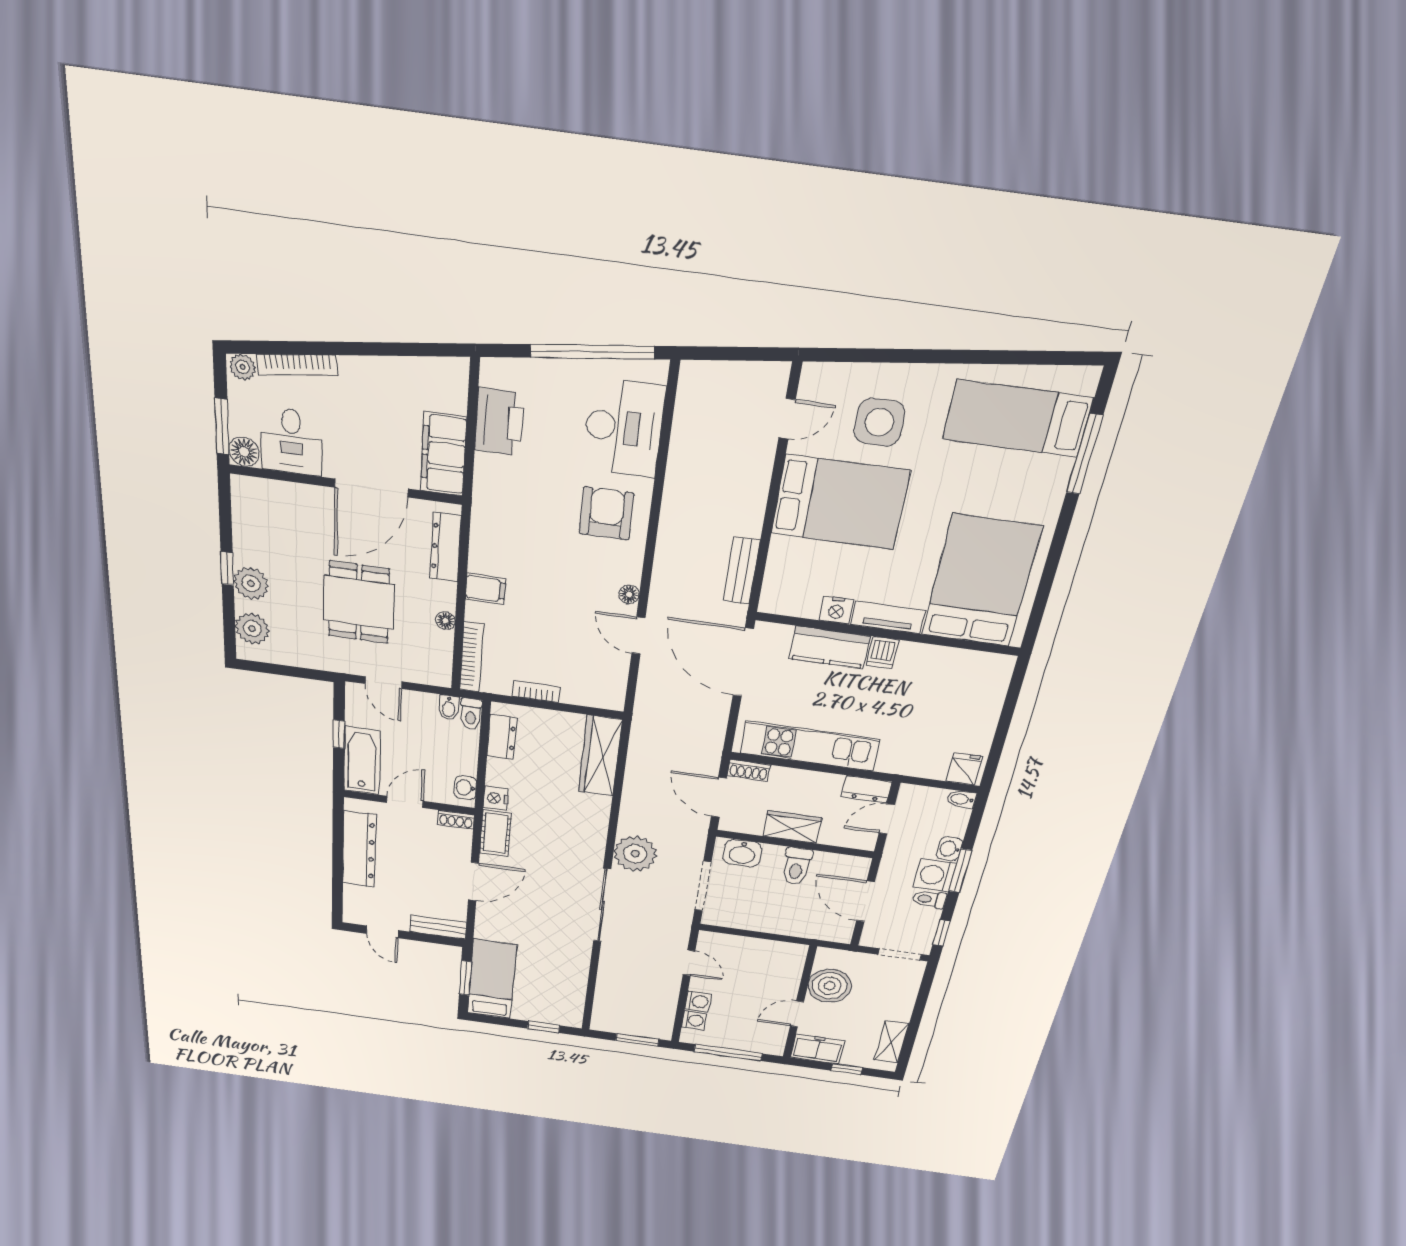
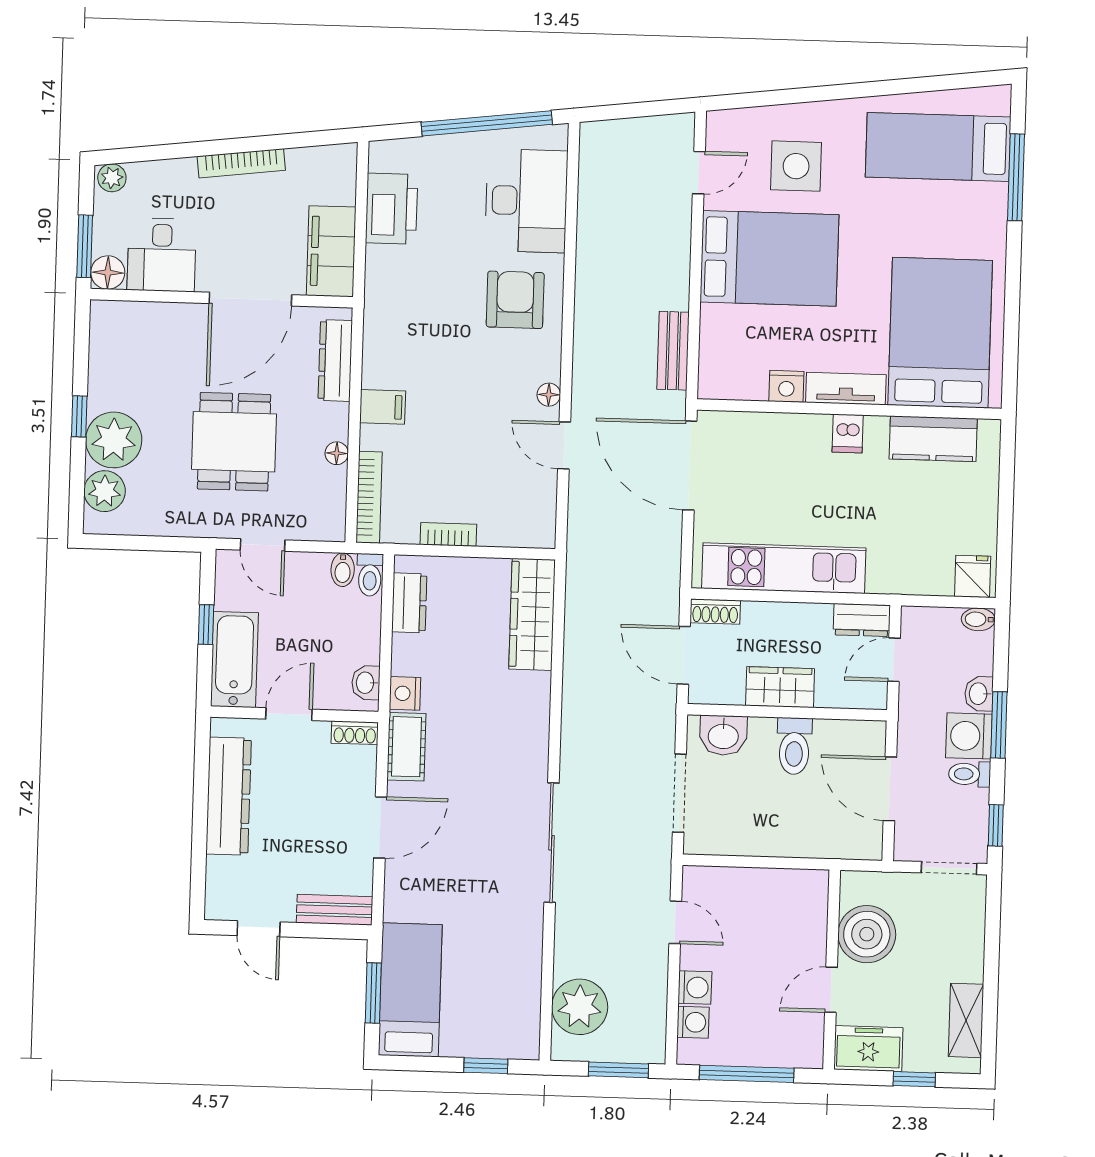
bookcase: (297, 365) -> (241, 163), moved
plant: (251, 583) -> (114, 440), width x1.36, depth x1.36
kitchen counter: (830, 647) -> (933, 439), moved
plant: (635, 854) -> (580, 1007), moved

